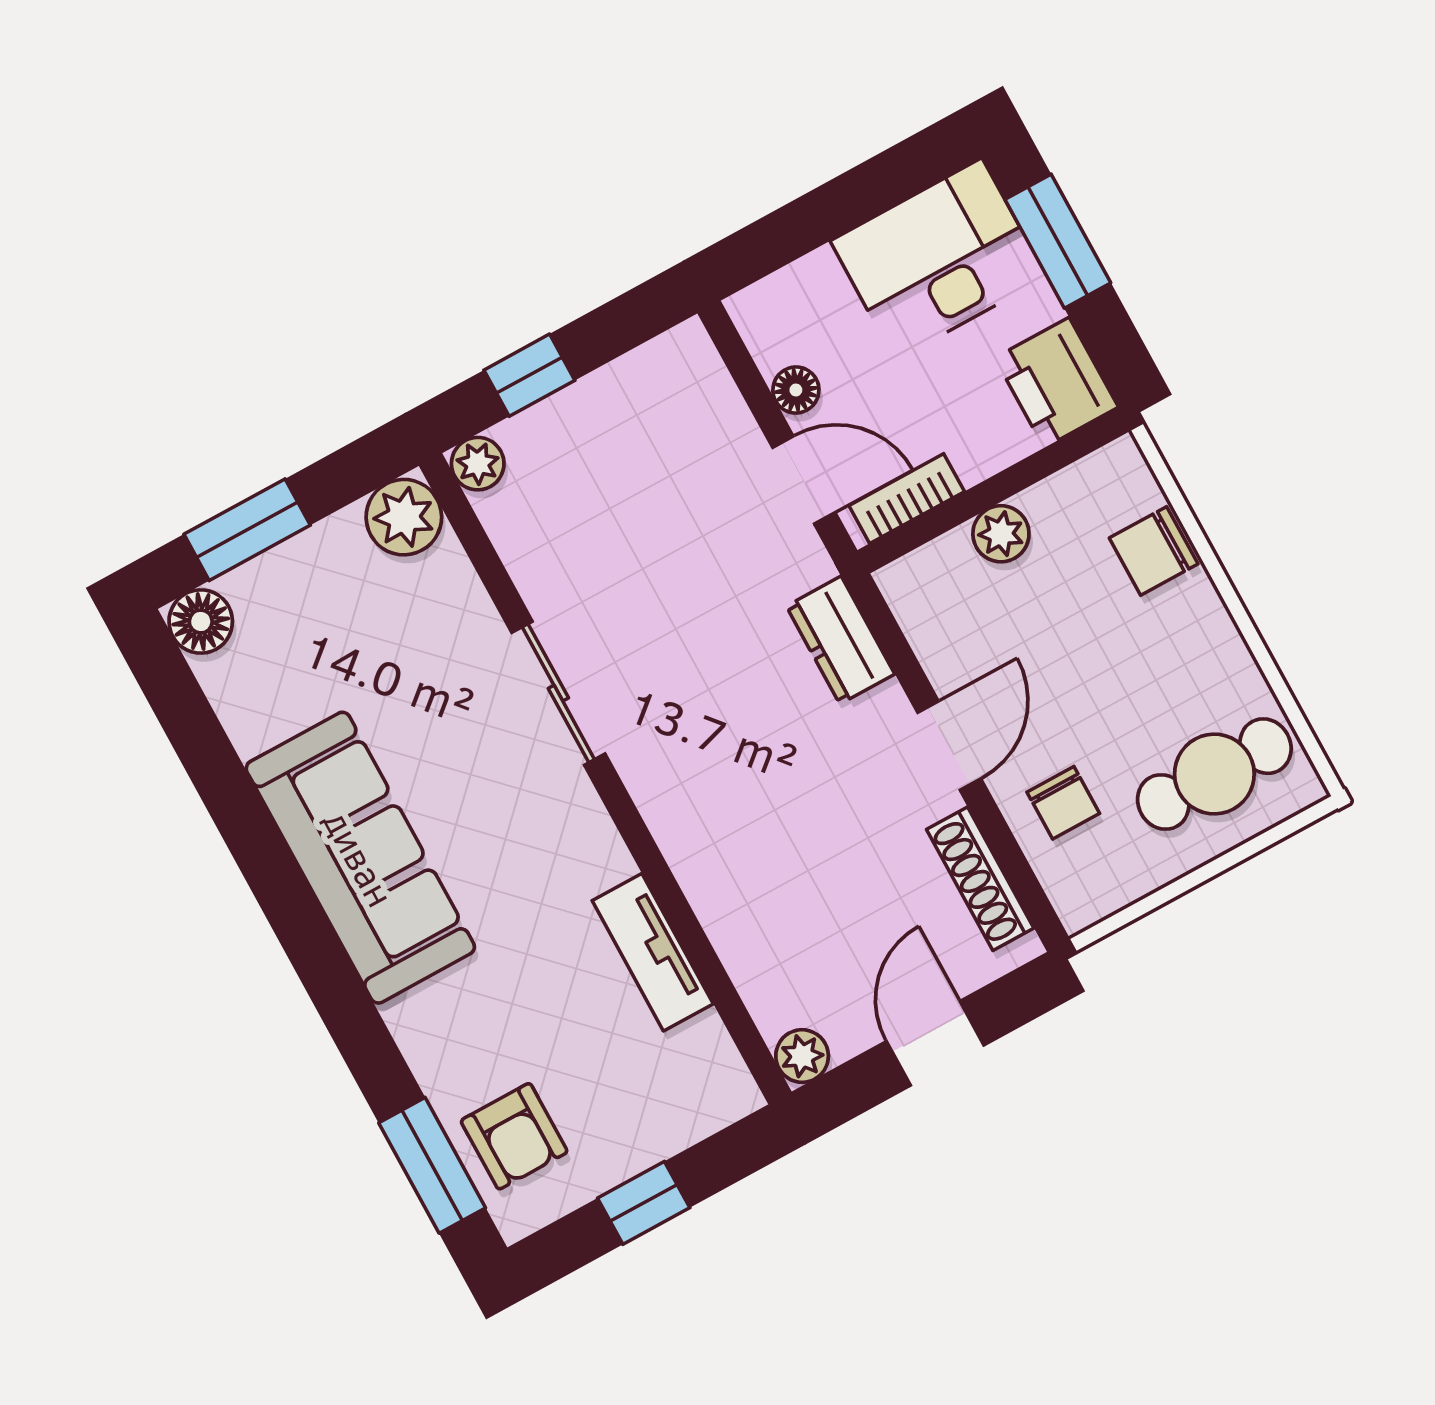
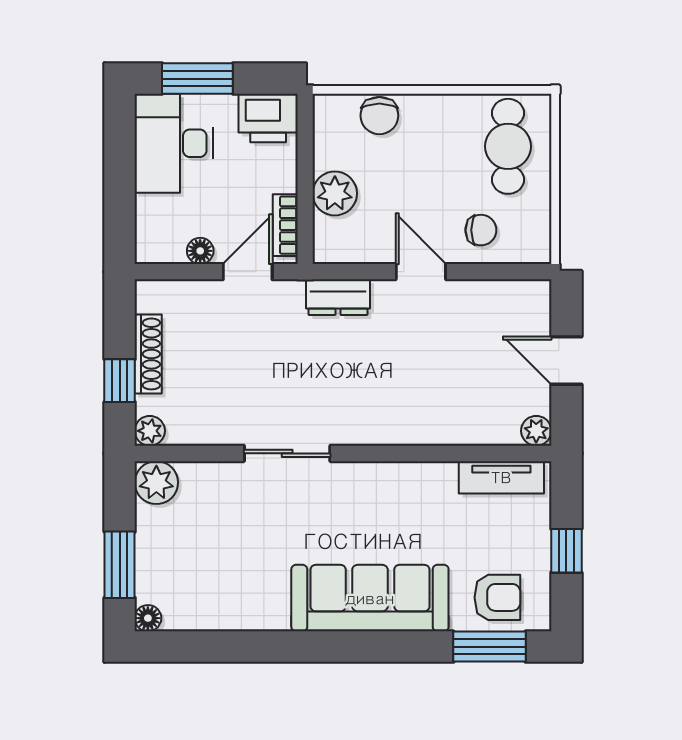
plant: (1001, 534) -> (335, 193), width x1.38, depth x1.38
floor lamp: (201, 621) -> (148, 618), width x0.73, depth x0.73
sofa: (360, 858) -> (370, 598), moved
shoe rack: (980, 879) -> (148, 354), moved, turned -90
tv unit: (653, 952) -> (501, 477), moved

